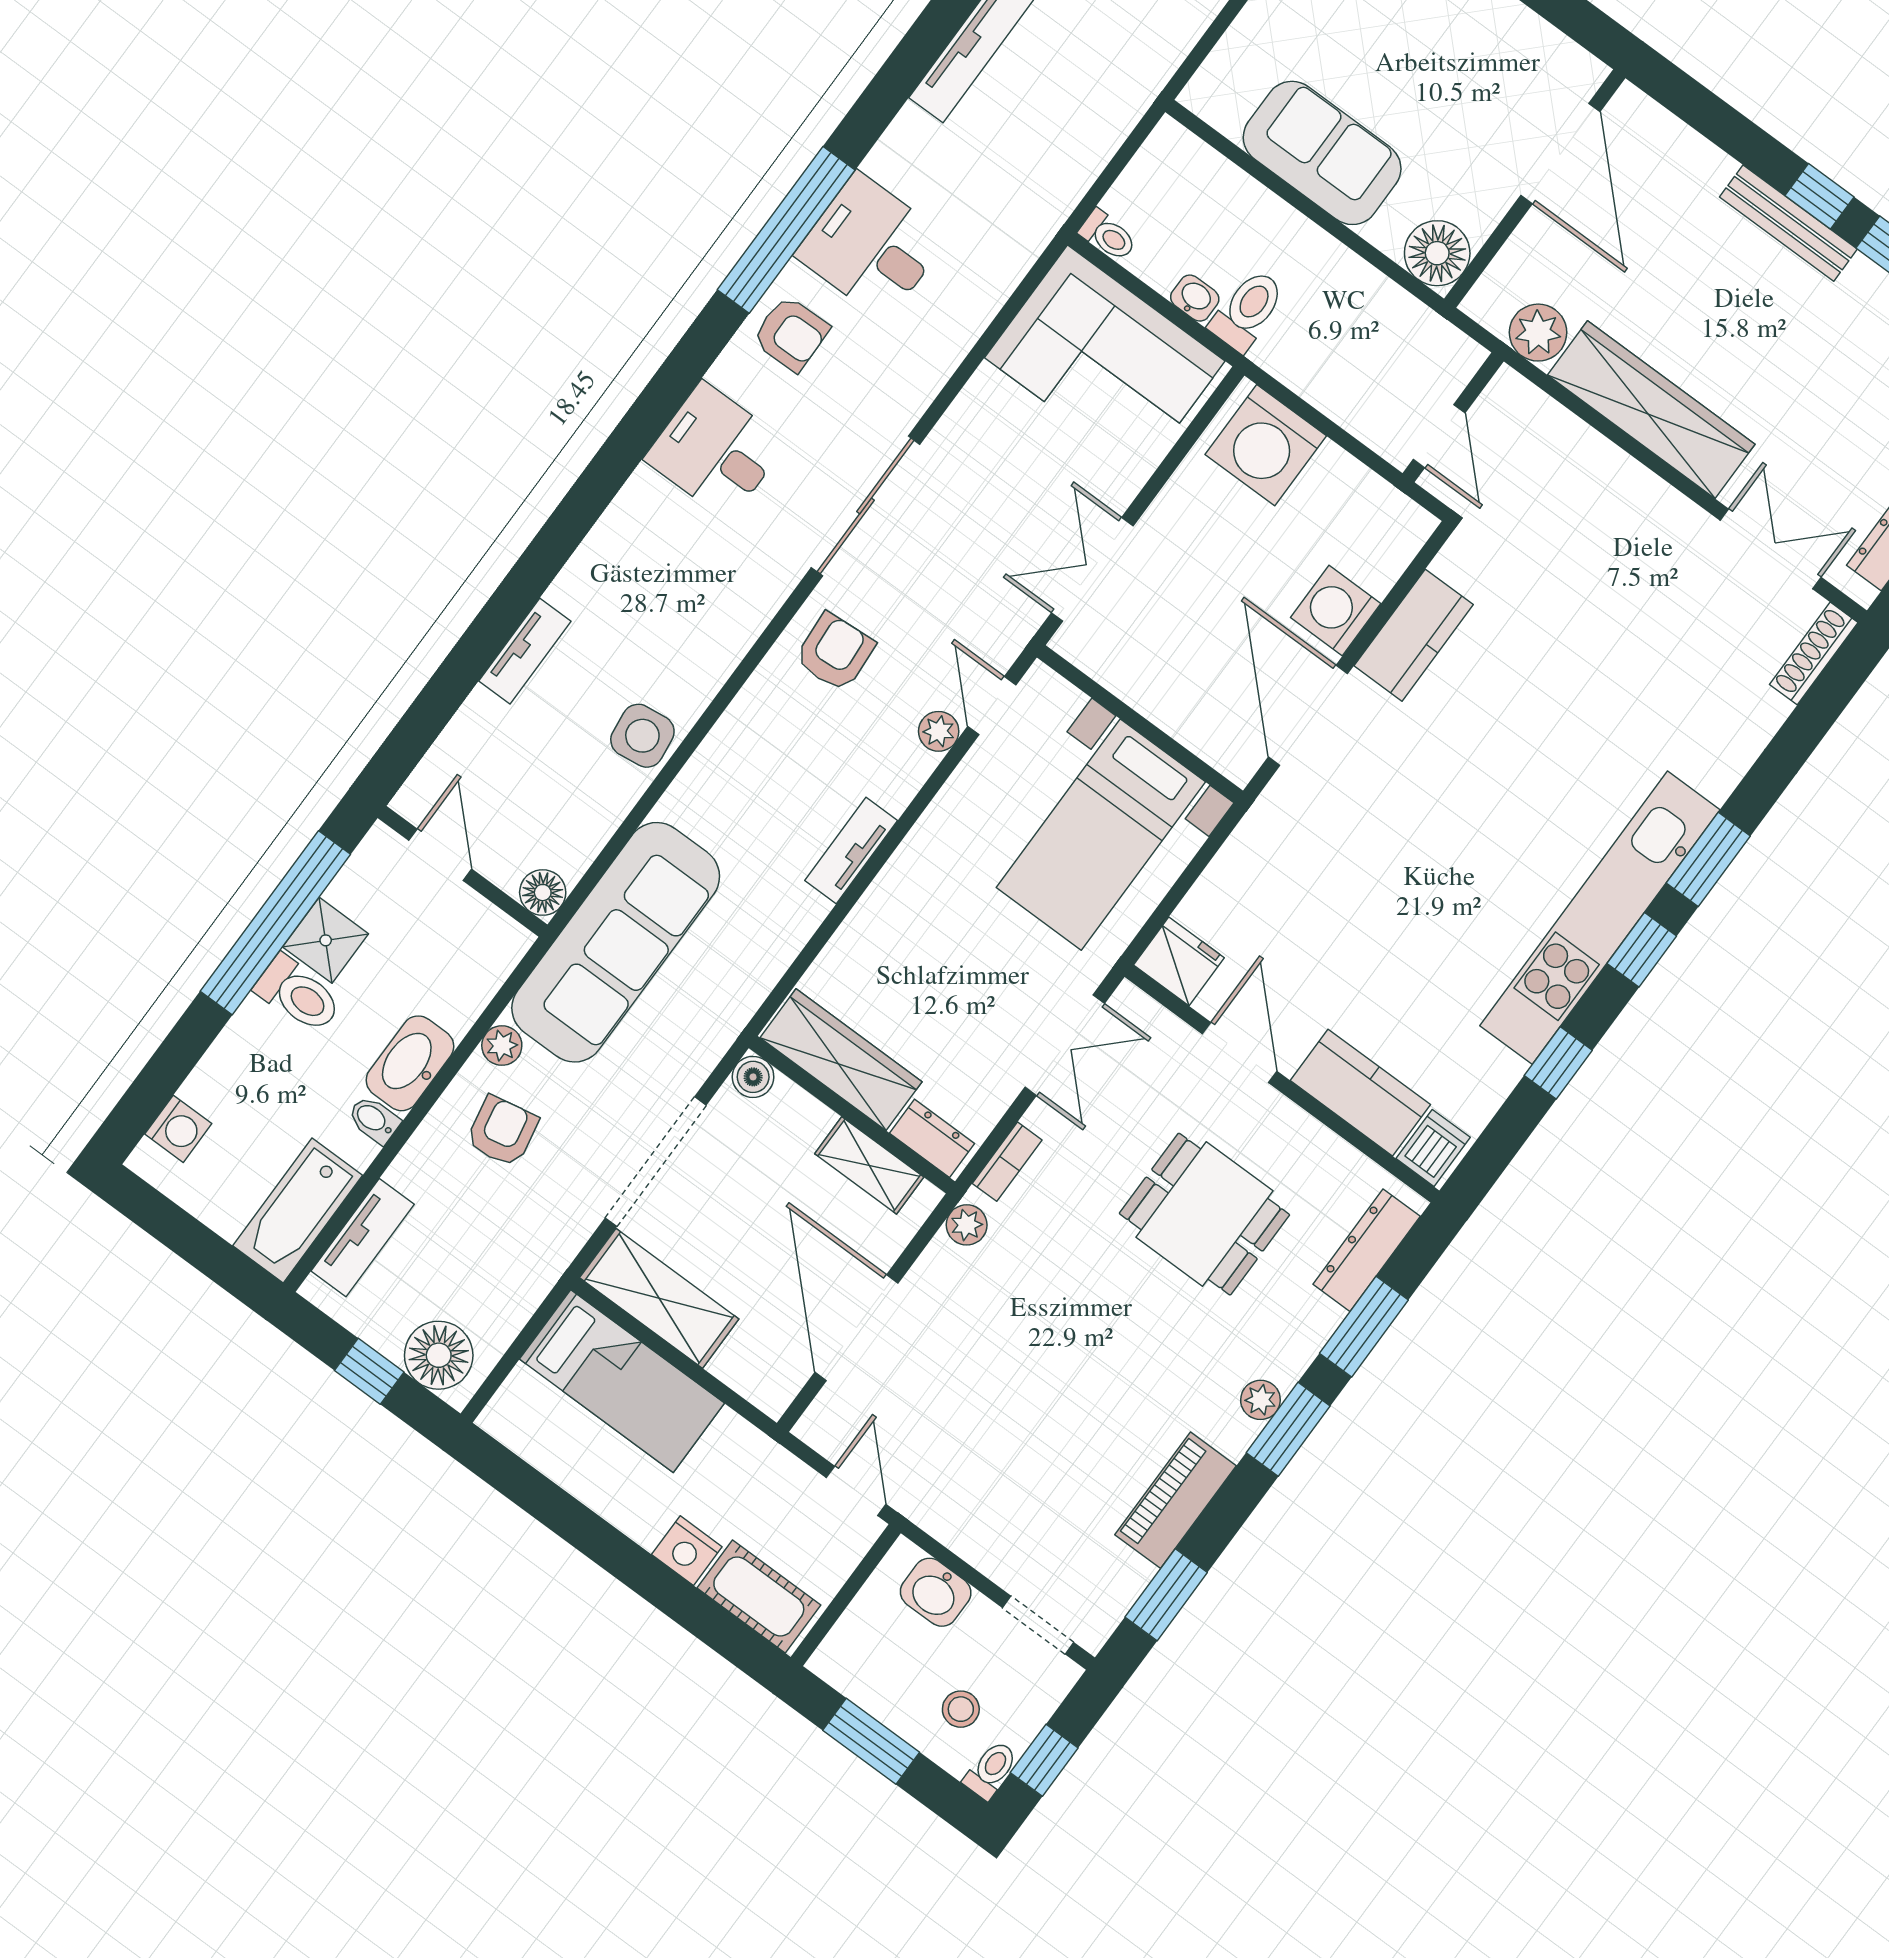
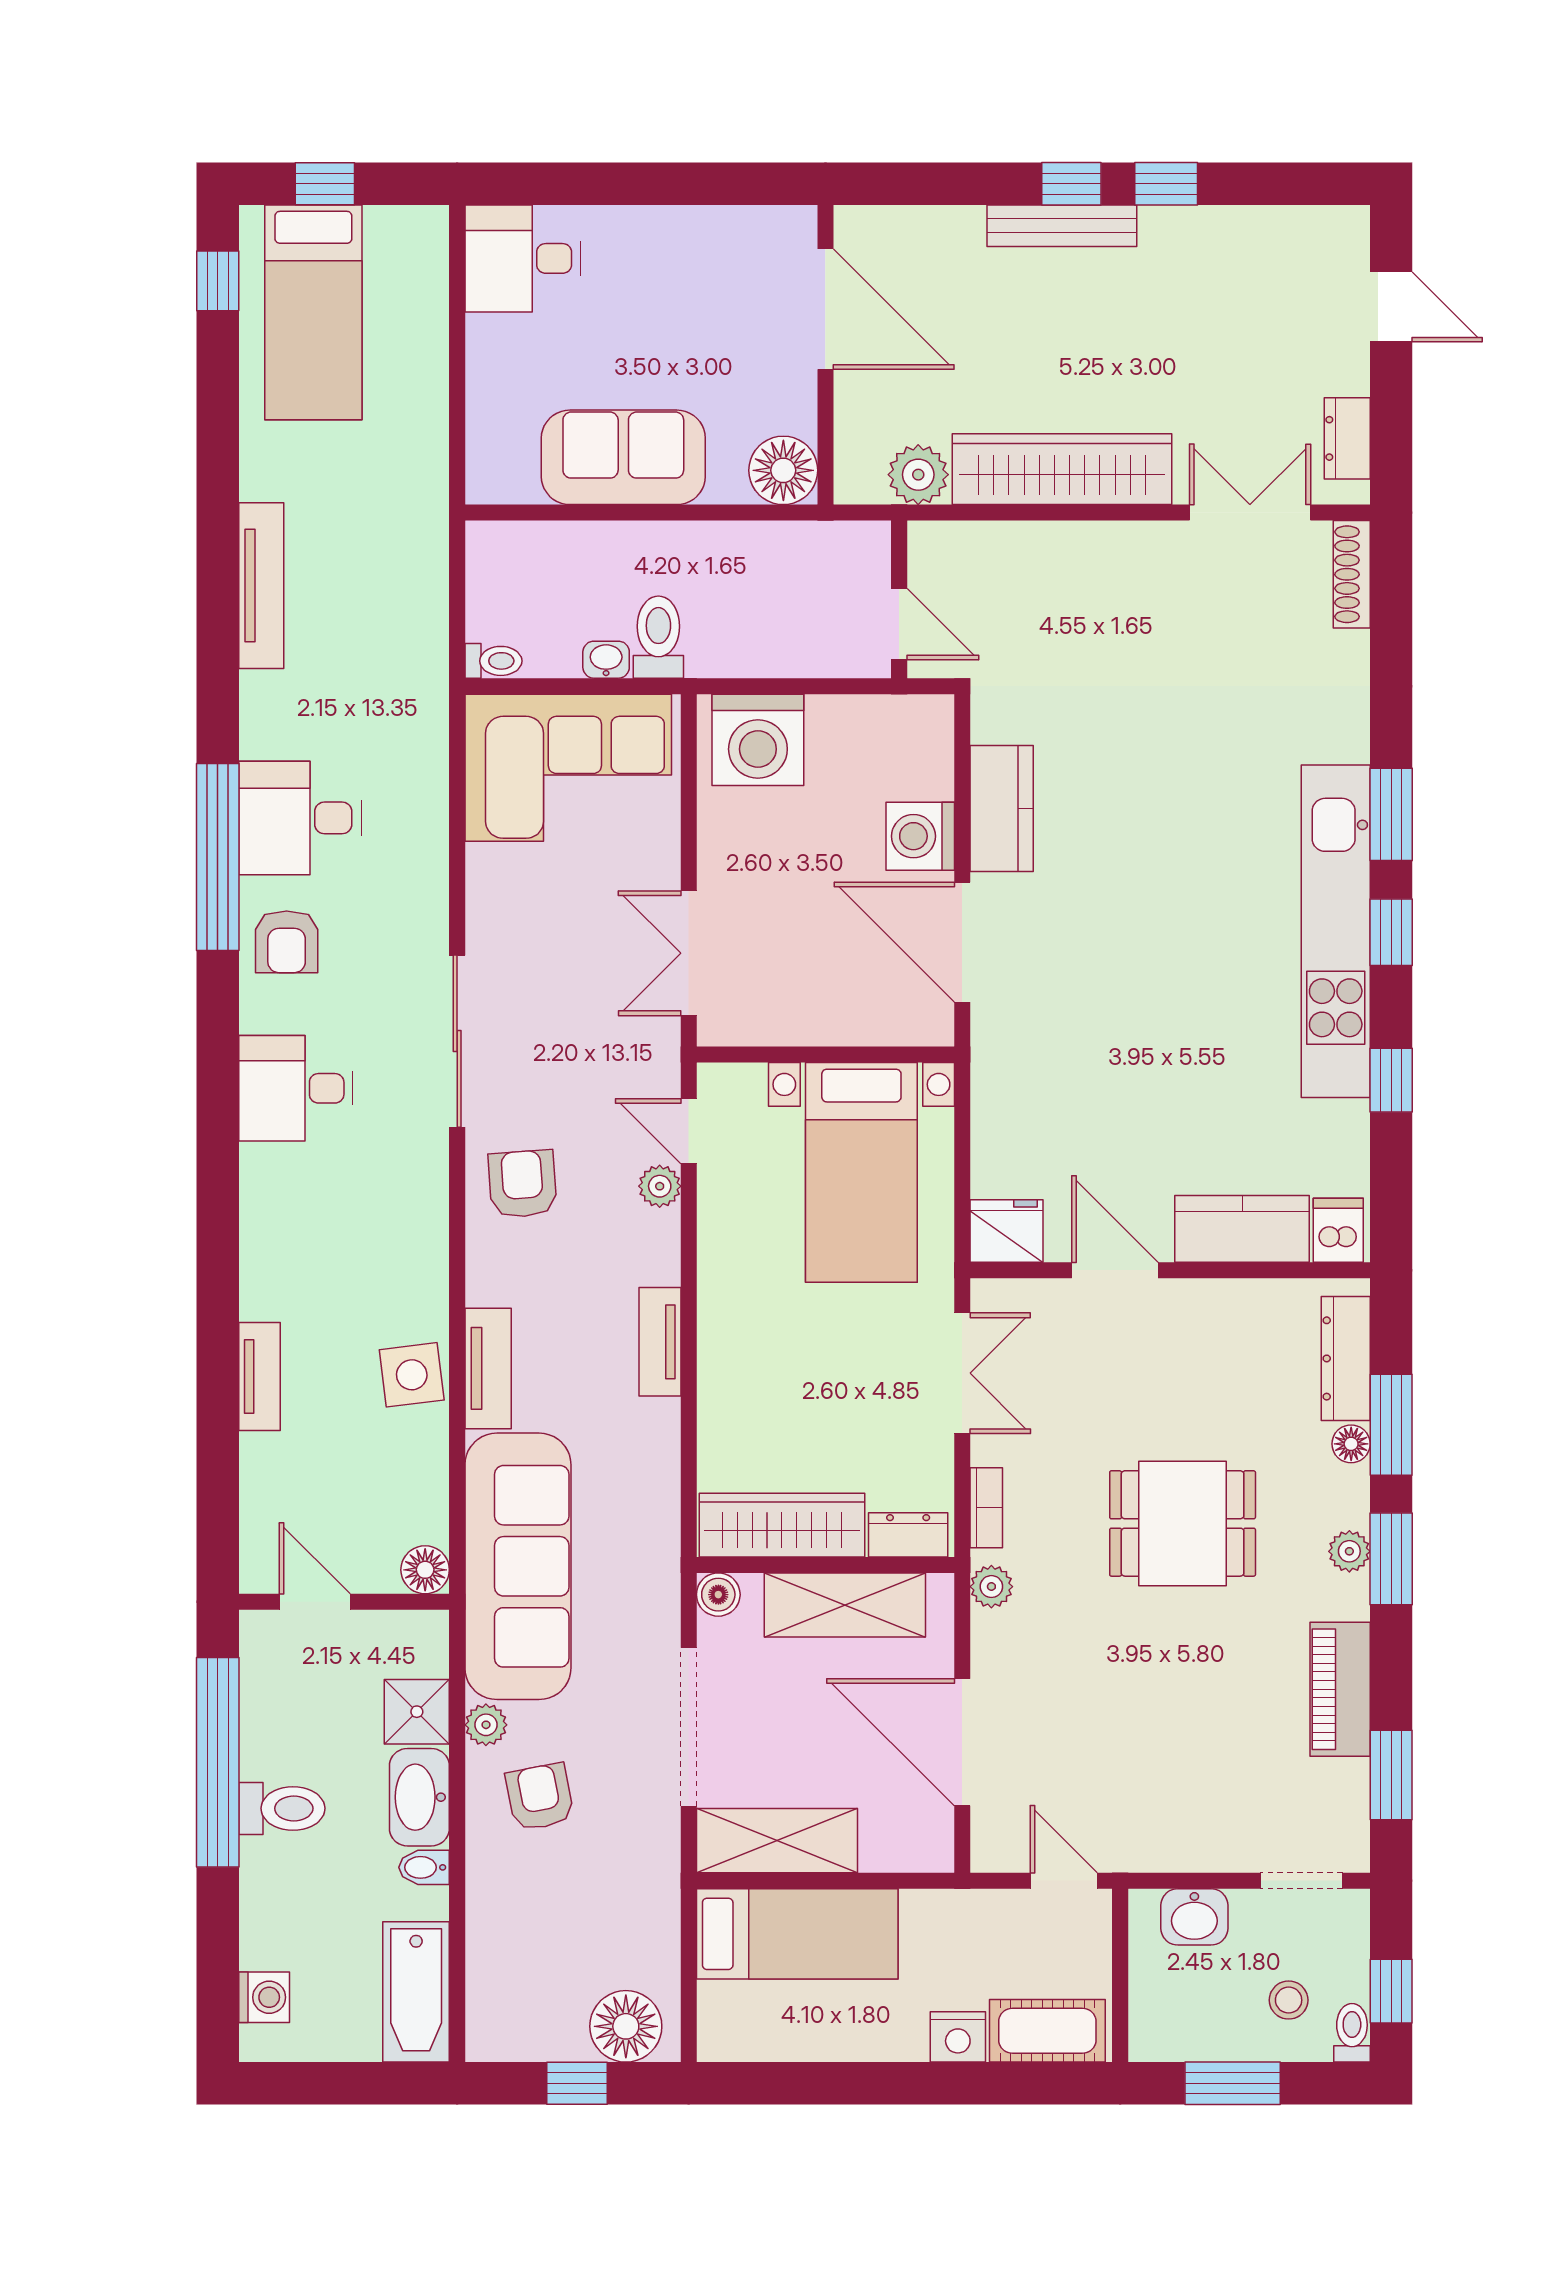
armchair: (791, 334) -> (287, 942), turned 91
shower: (326, 940) -> (417, 1712), moved
shelving: (869, 1165) -> (845, 1605), width x1.50, depth x1.33
dining table: (1204, 1214) -> (1183, 1523), moved
tv unit: (363, 1238) -> (488, 1368), moved
floor lamp: (1322, 1319) -> (1351, 1444), added

